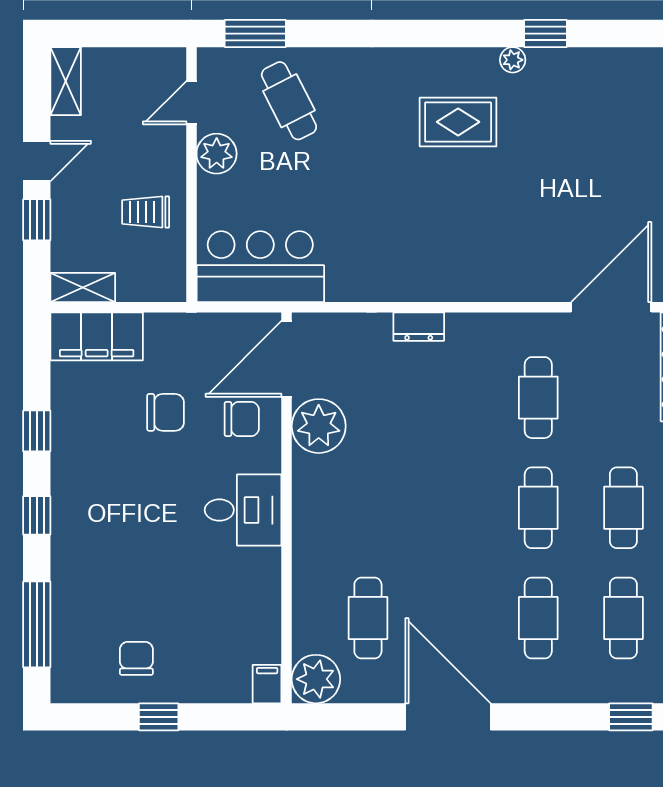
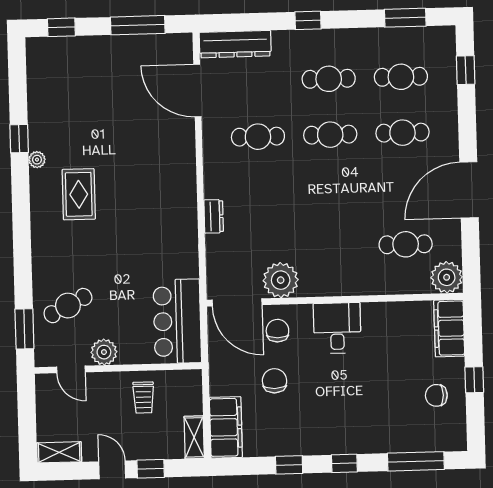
filing cabinet: (267, 684) -> (449, 328), width x3.00, depth x1.17

